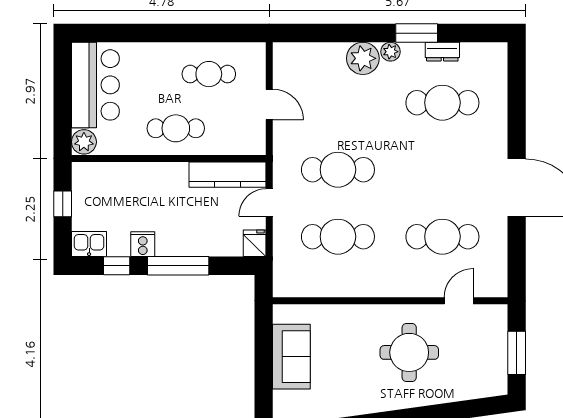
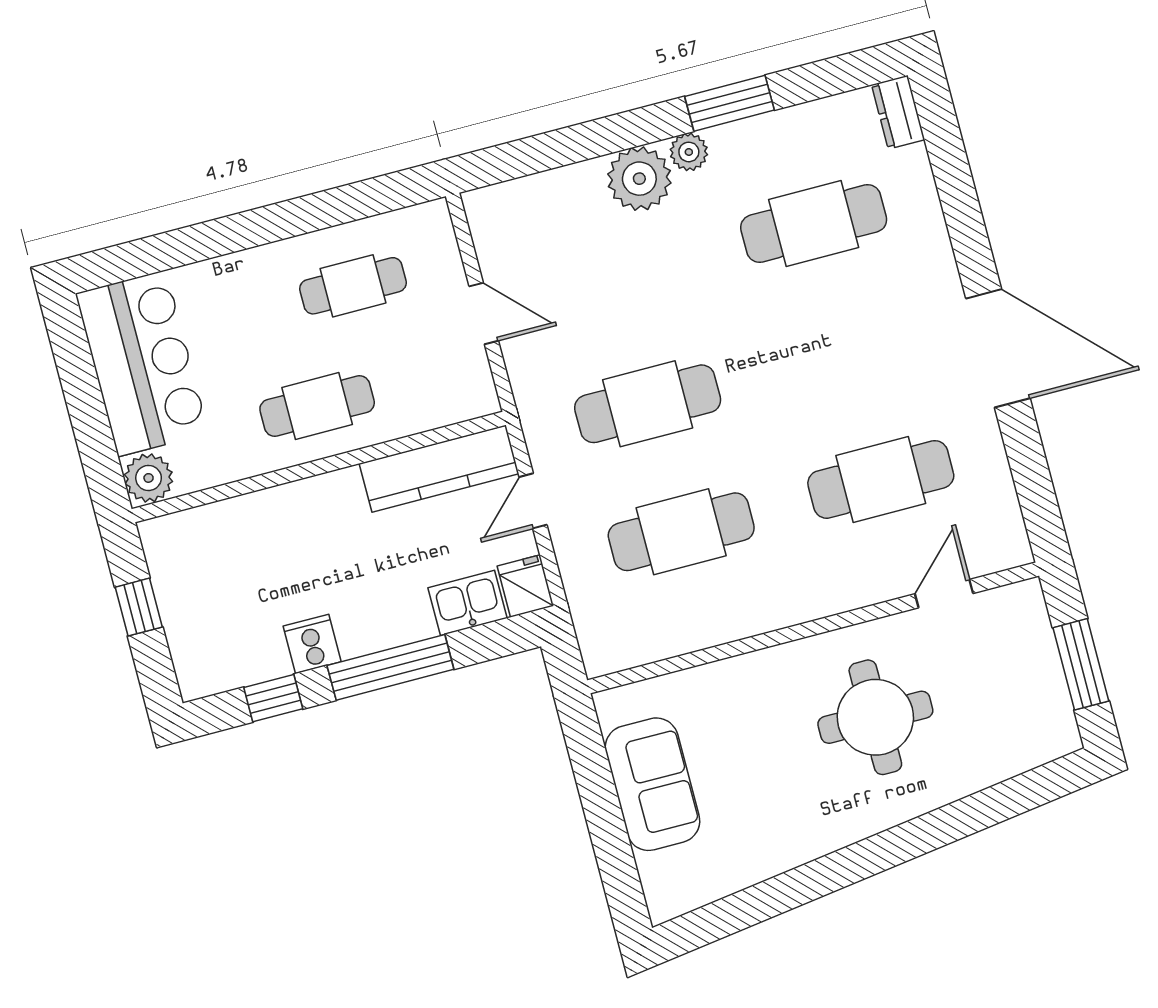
dresser: (442, 52) -> (898, 112), moved, turned 90
kitchen sink: (89, 244) -> (468, 603), moved

